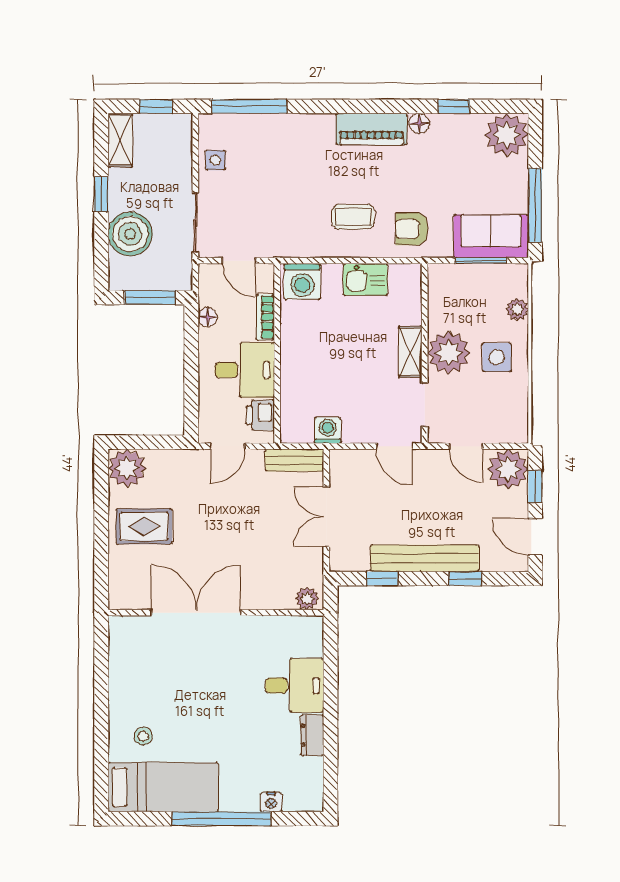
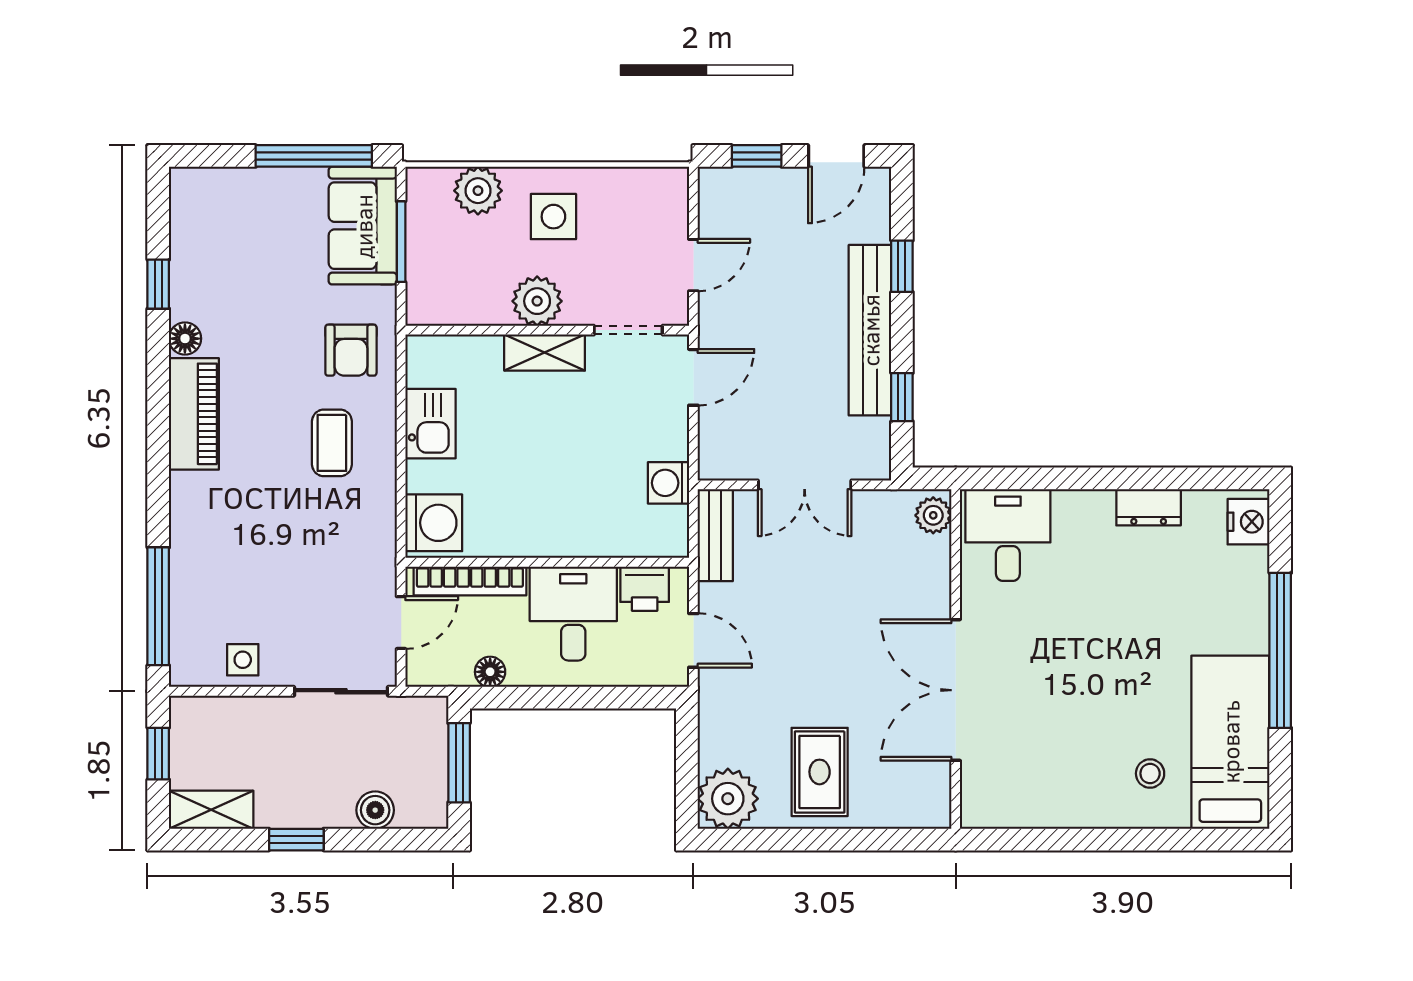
plant: (507, 135) -> (203, 201), removed
boiler: (130, 234) -> (375, 810), width x0.54, depth x0.54
plant: (517, 309) -> (478, 191), width x1.38, depth x1.38
bookcase: (265, 317) -> (470, 581), width x1.56
plant: (449, 353) -> (537, 301), width x0.73, depth x0.73
plant: (508, 469) -> (730, 199), removed
desk: (294, 686) -> (1008, 535), moved
nightstand: (271, 802) -> (1248, 522), moved, width x1.39, depth x1.35

